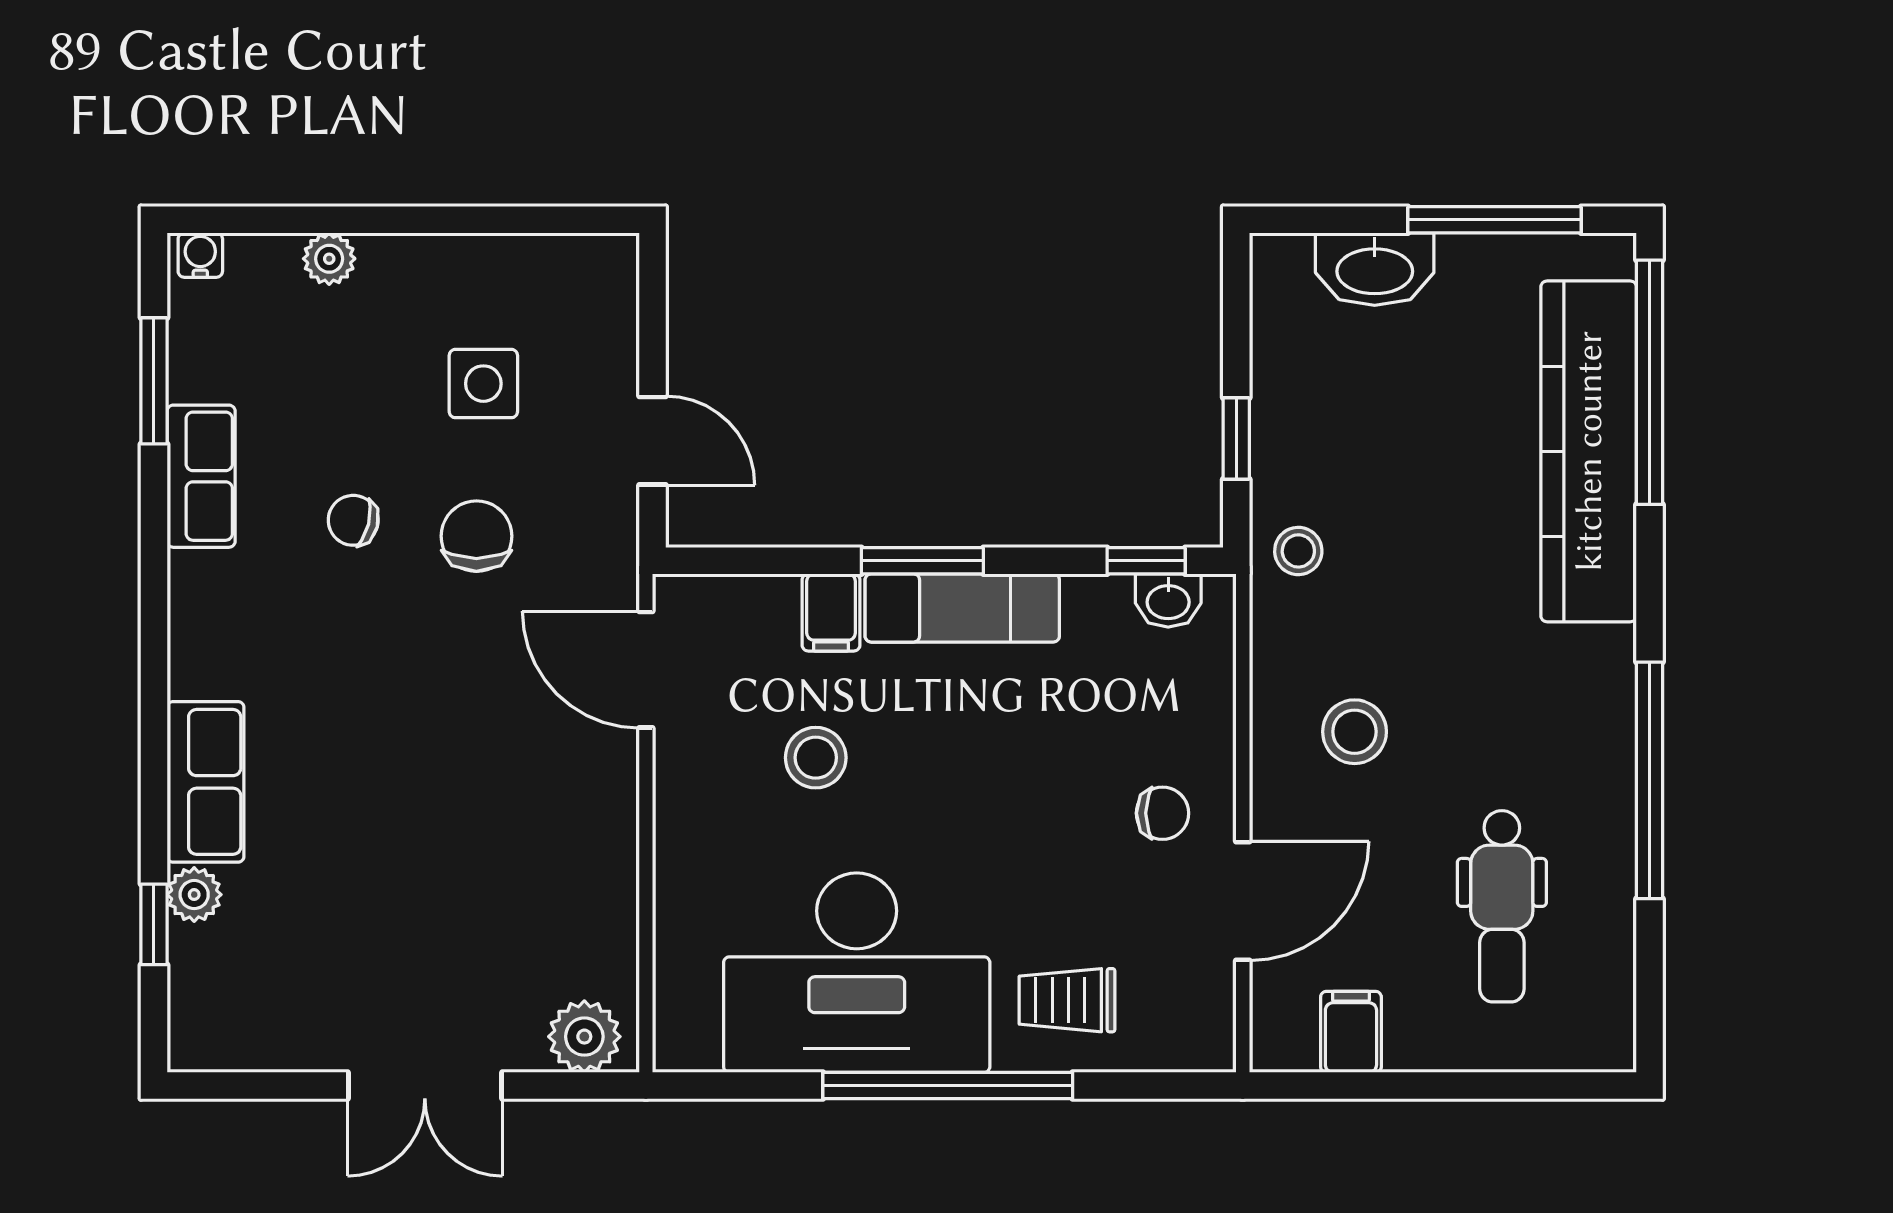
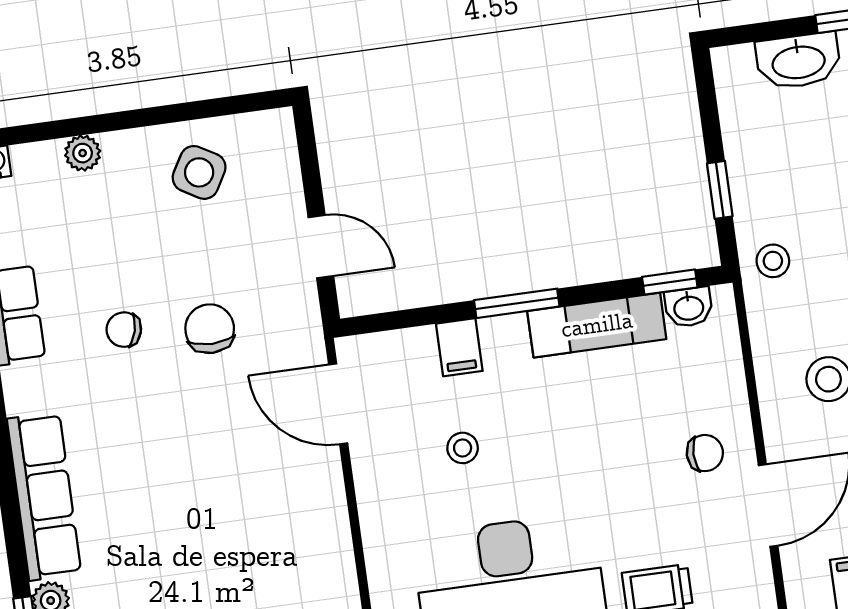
side table: (483, 384) -> (199, 172), moved, turned 30
exam couch: (962, 608) -> (597, 325), moved
stool: (816, 758) -> (463, 448), width x0.73, depth x0.73
row of seats: (206, 782) -> (44, 496), width x1.48

